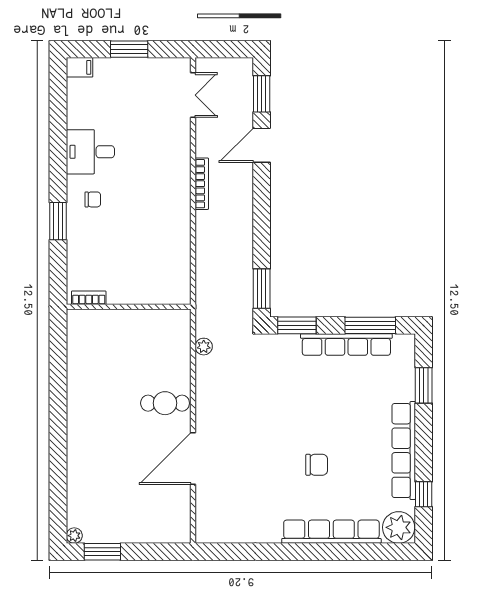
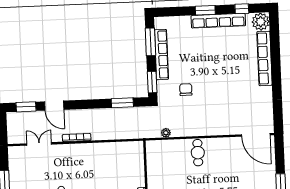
double door: (193, 95) -> (39, 144), moved
window: (262, 289) -> (122, 103), moved
window: (424, 385) -> (205, 10), moved
door: (193, 458) -> (256, 135), moved
chair: (317, 465) -> (186, 90), moved

